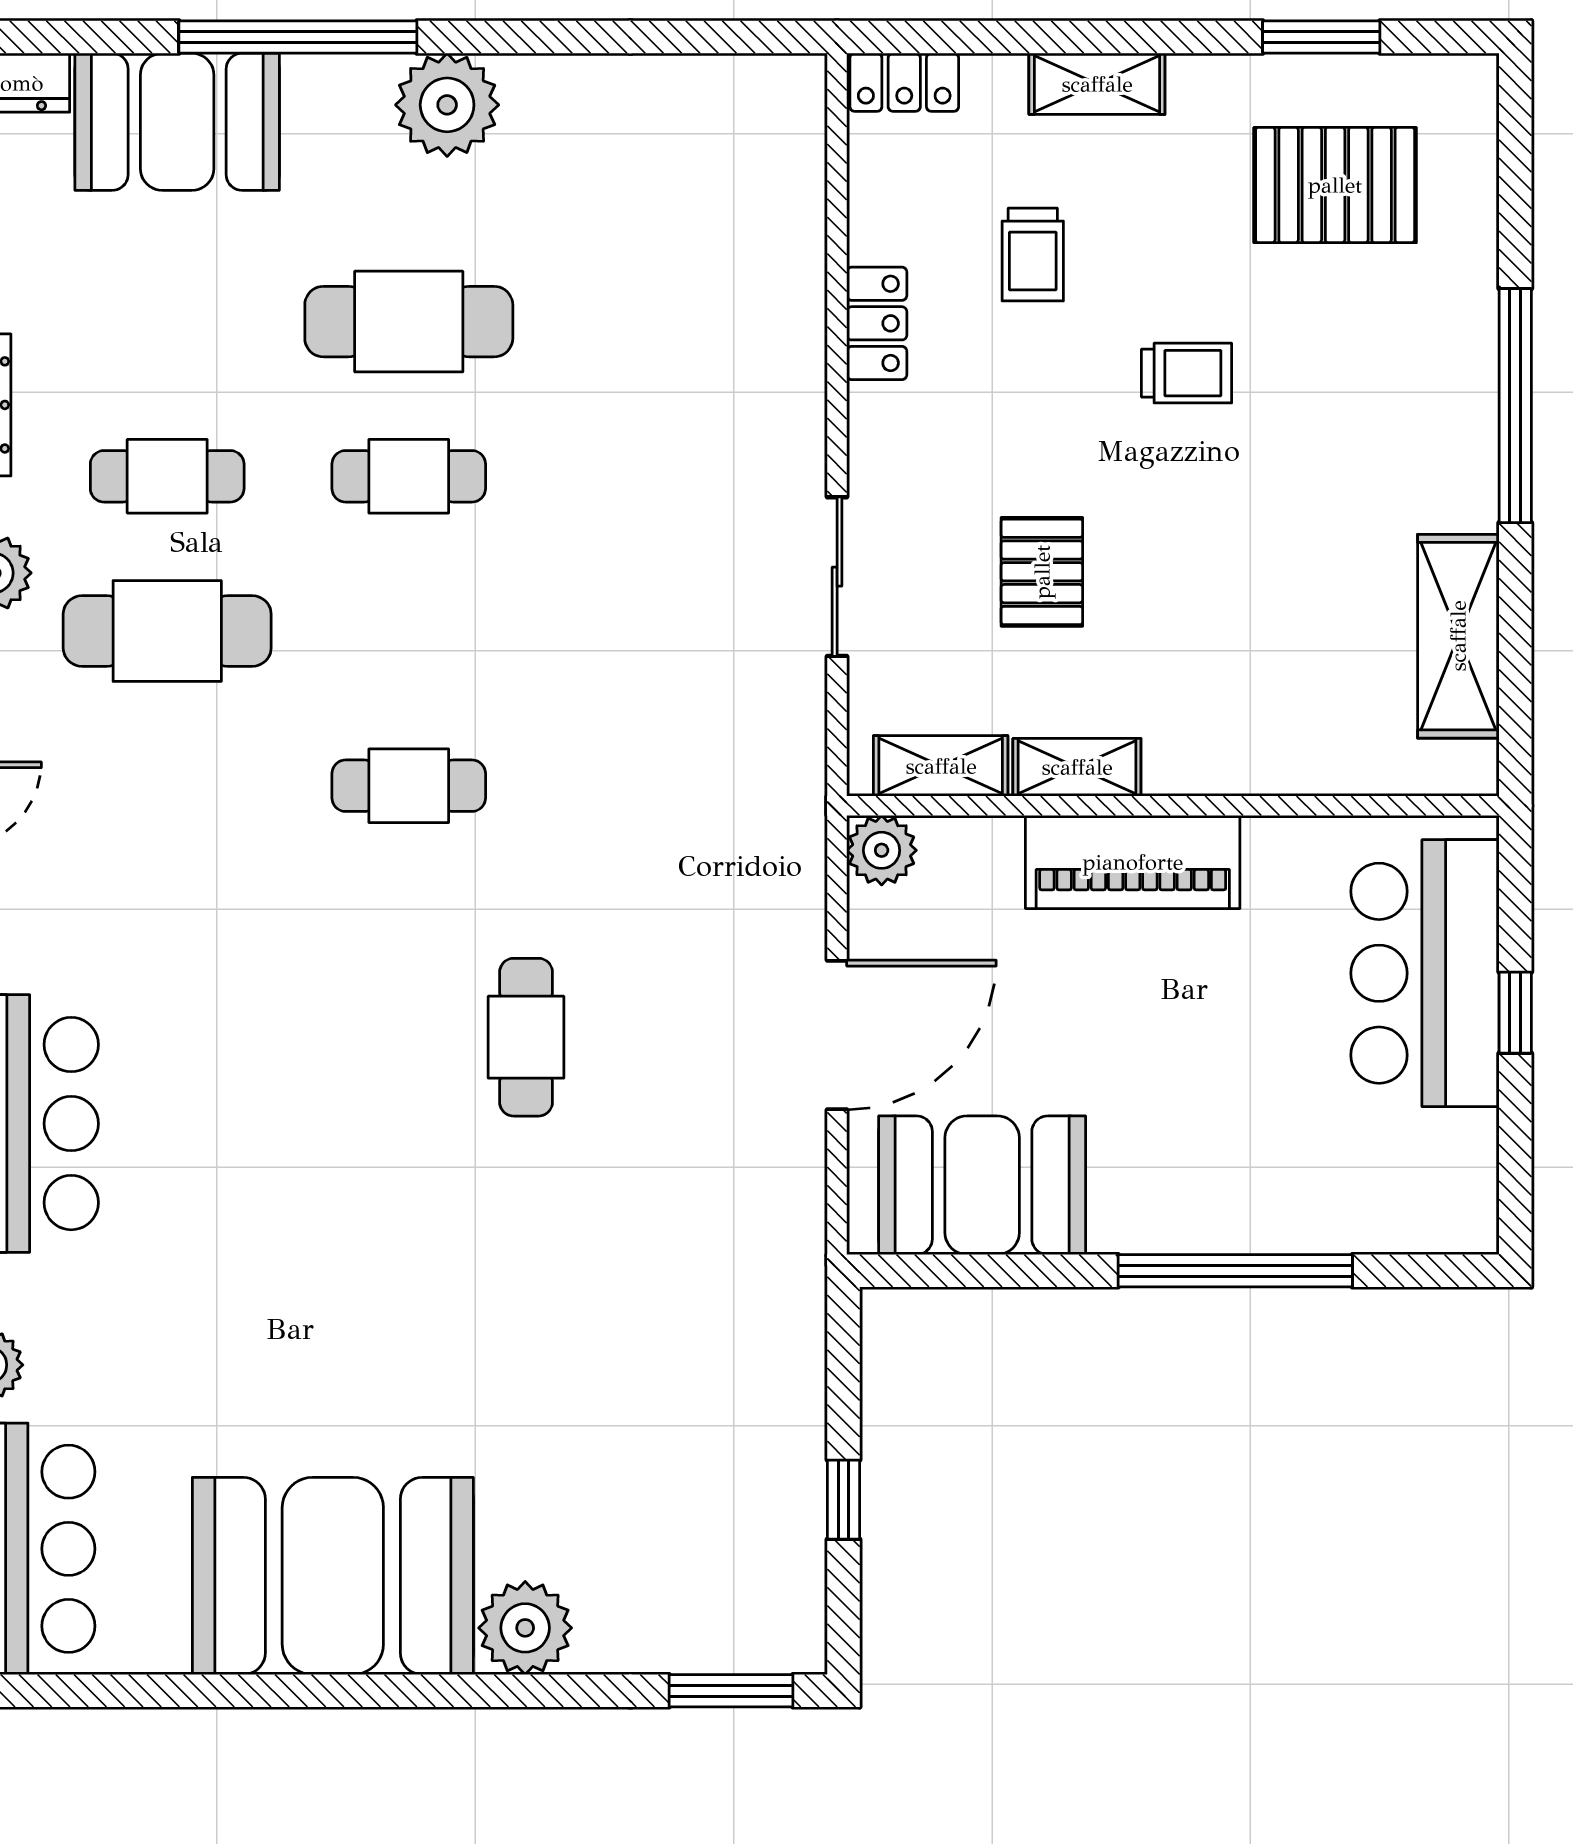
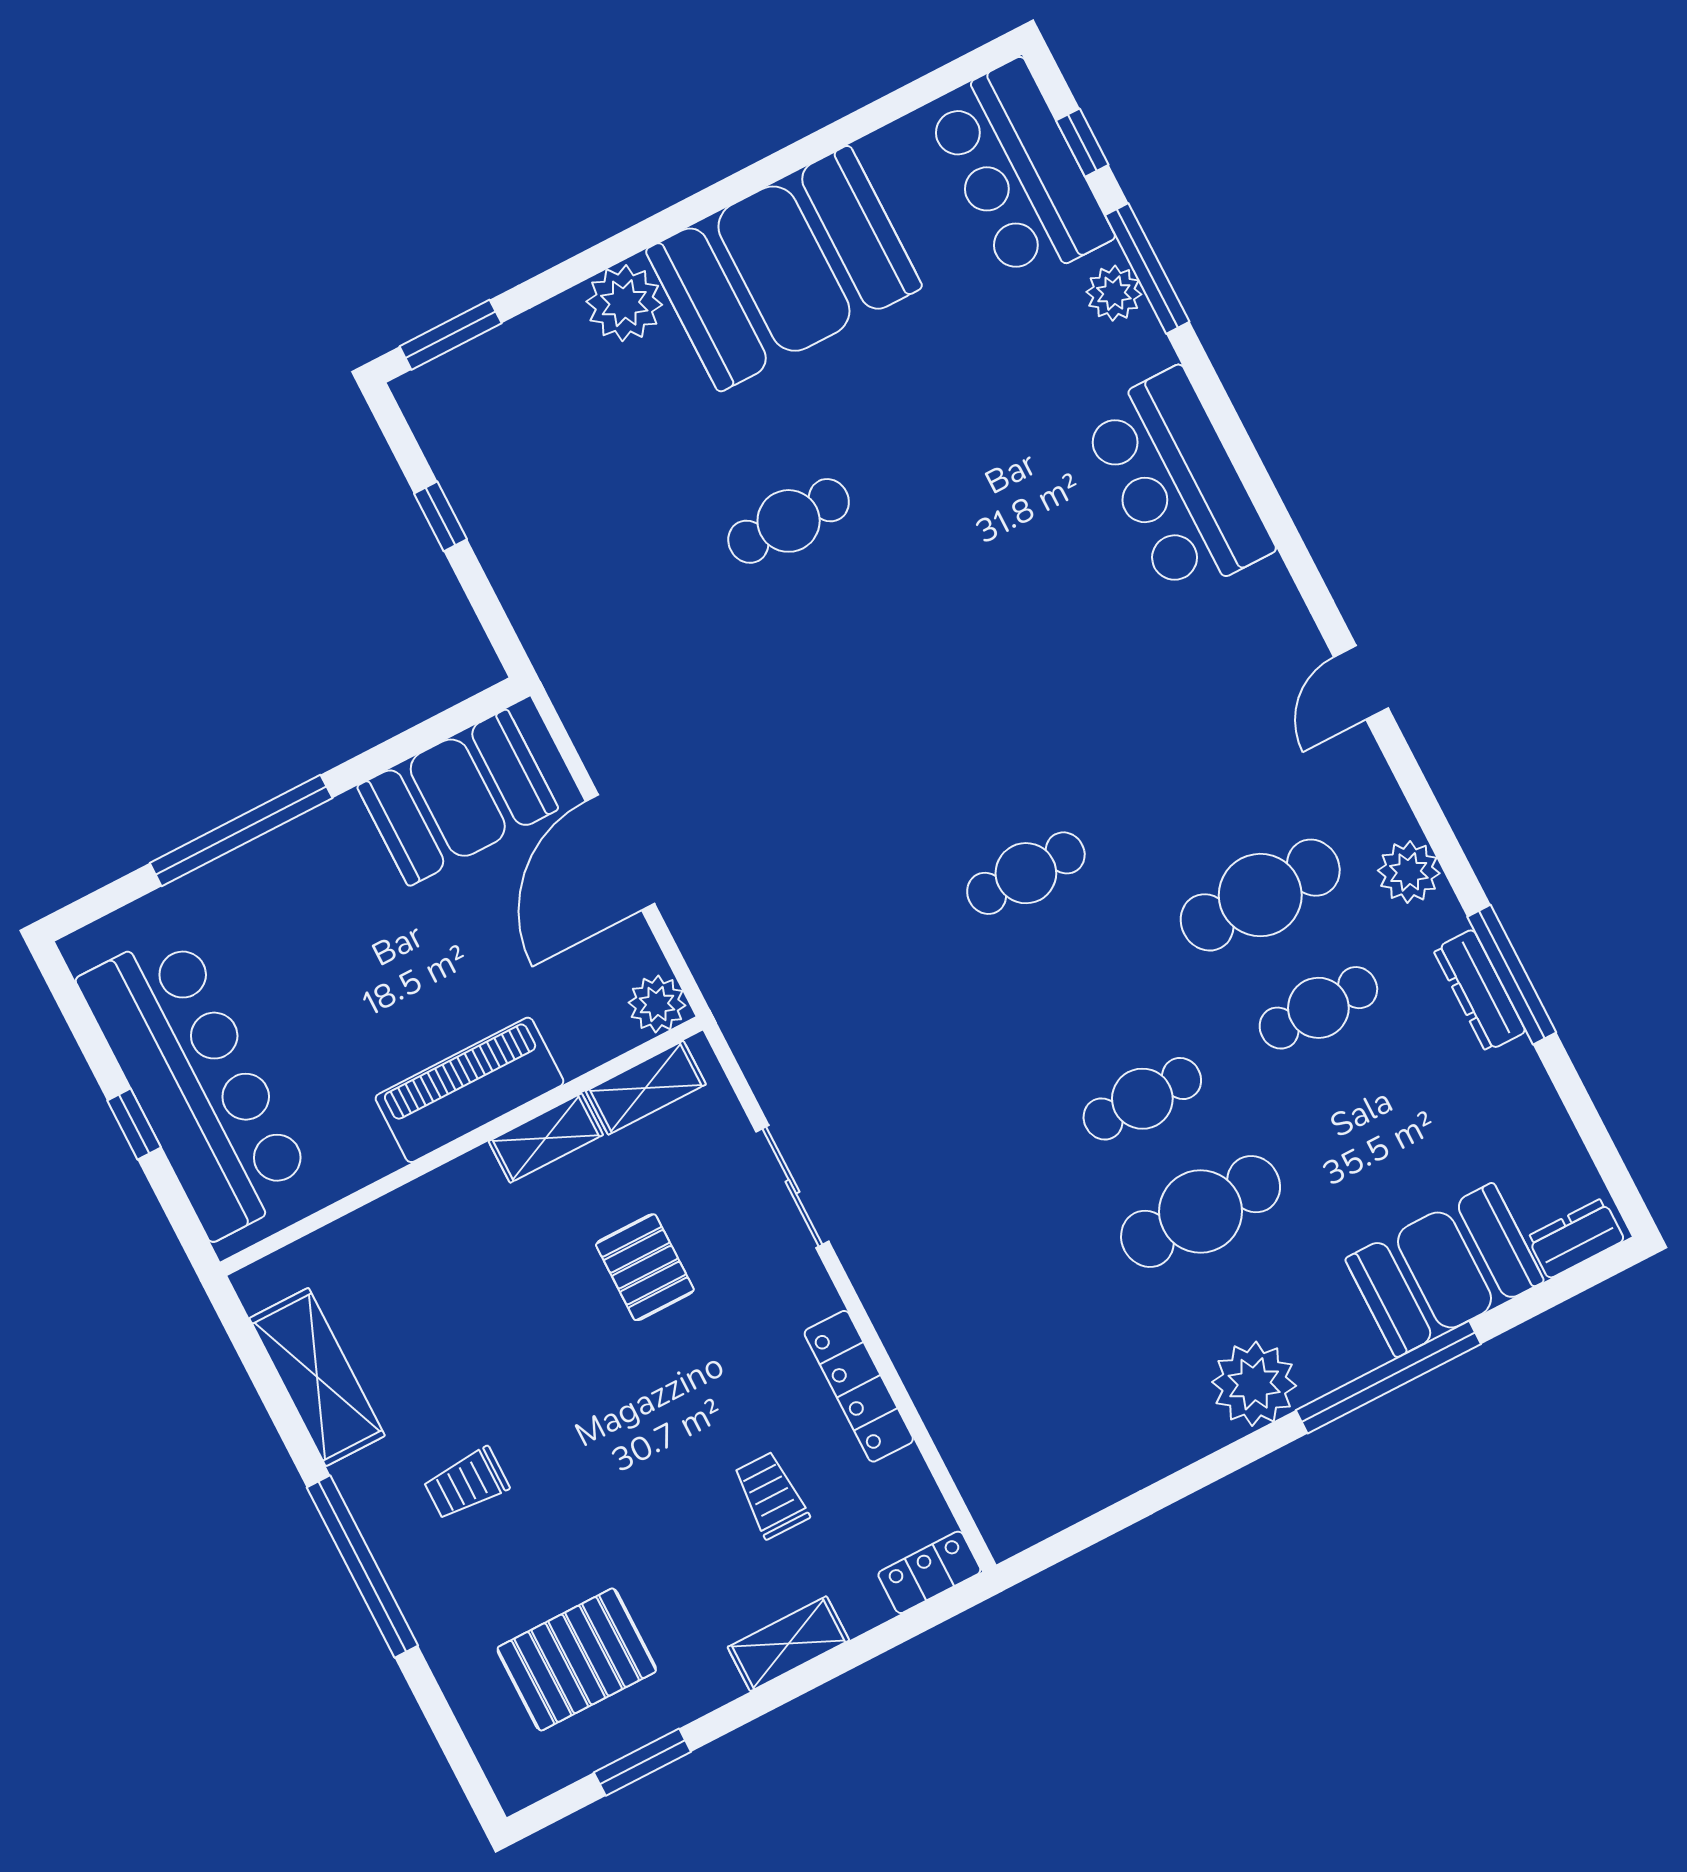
locker: (877, 323) -> (859, 1386), width x1.53
trolley: (1187, 373) -> (466, 1484), moved
bar counter: (1425, 973) -> (196, 1083), width x1.36
cafe table: (526, 1037) -> (789, 521), moved, turned 90

